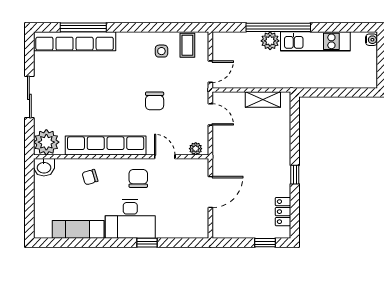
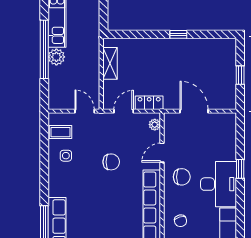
chair: (138, 178) -> (182, 177), turned 180
locker: (283, 212) -> (149, 103), moved, turned 180
window: (265, 243) -> (240, 75), moved

